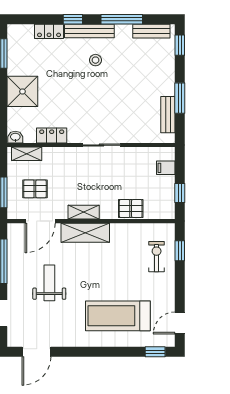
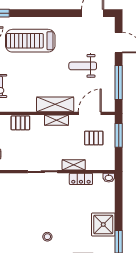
shower: (22, 91) -> (103, 225), moved
shelving: (27, 154) -> (74, 165), moved
weight bench: (49, 283) -> (83, 66), turned 90
treadmill: (118, 316) -> (30, 41), turned 180

